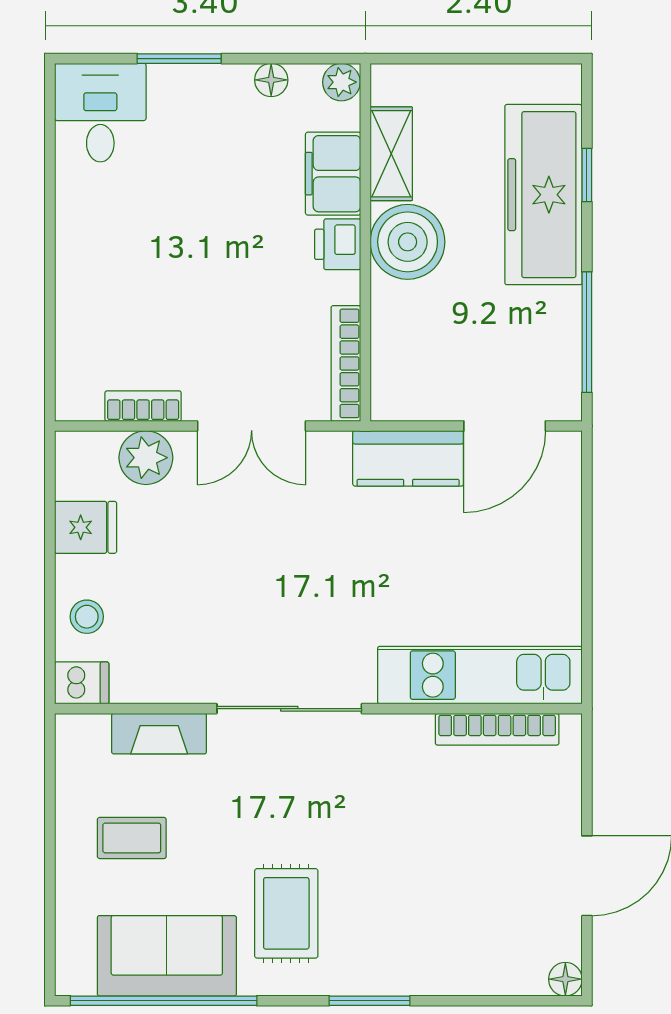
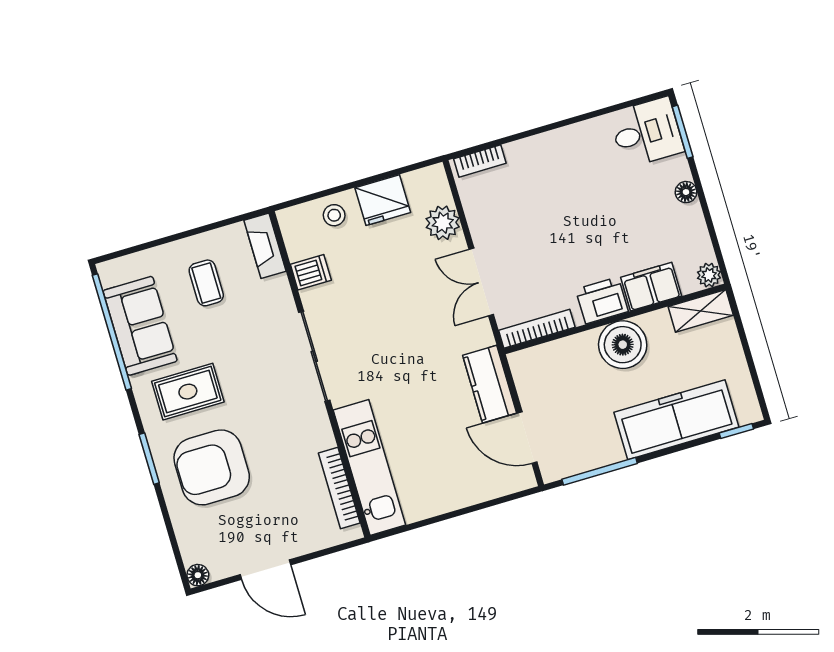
window: (179, 59) -> (683, 132), moved
floor lamp: (271, 80) -> (686, 192), moved
shelving: (391, 154) -> (701, 311), moved
window: (587, 175) -> (736, 431), moved
printer: (338, 244) -> (602, 300), width x1.36, depth x1.24
bookcase: (143, 406) -> (480, 161), moved, turned 90
fridge: (86, 527) -> (383, 200), width x1.38
dishwasher: (82, 683) -> (311, 272), moved, turned -90
fireplace: (159, 734) -> (265, 246), moved
armchair: (410, 911) -> (212, 467), added

